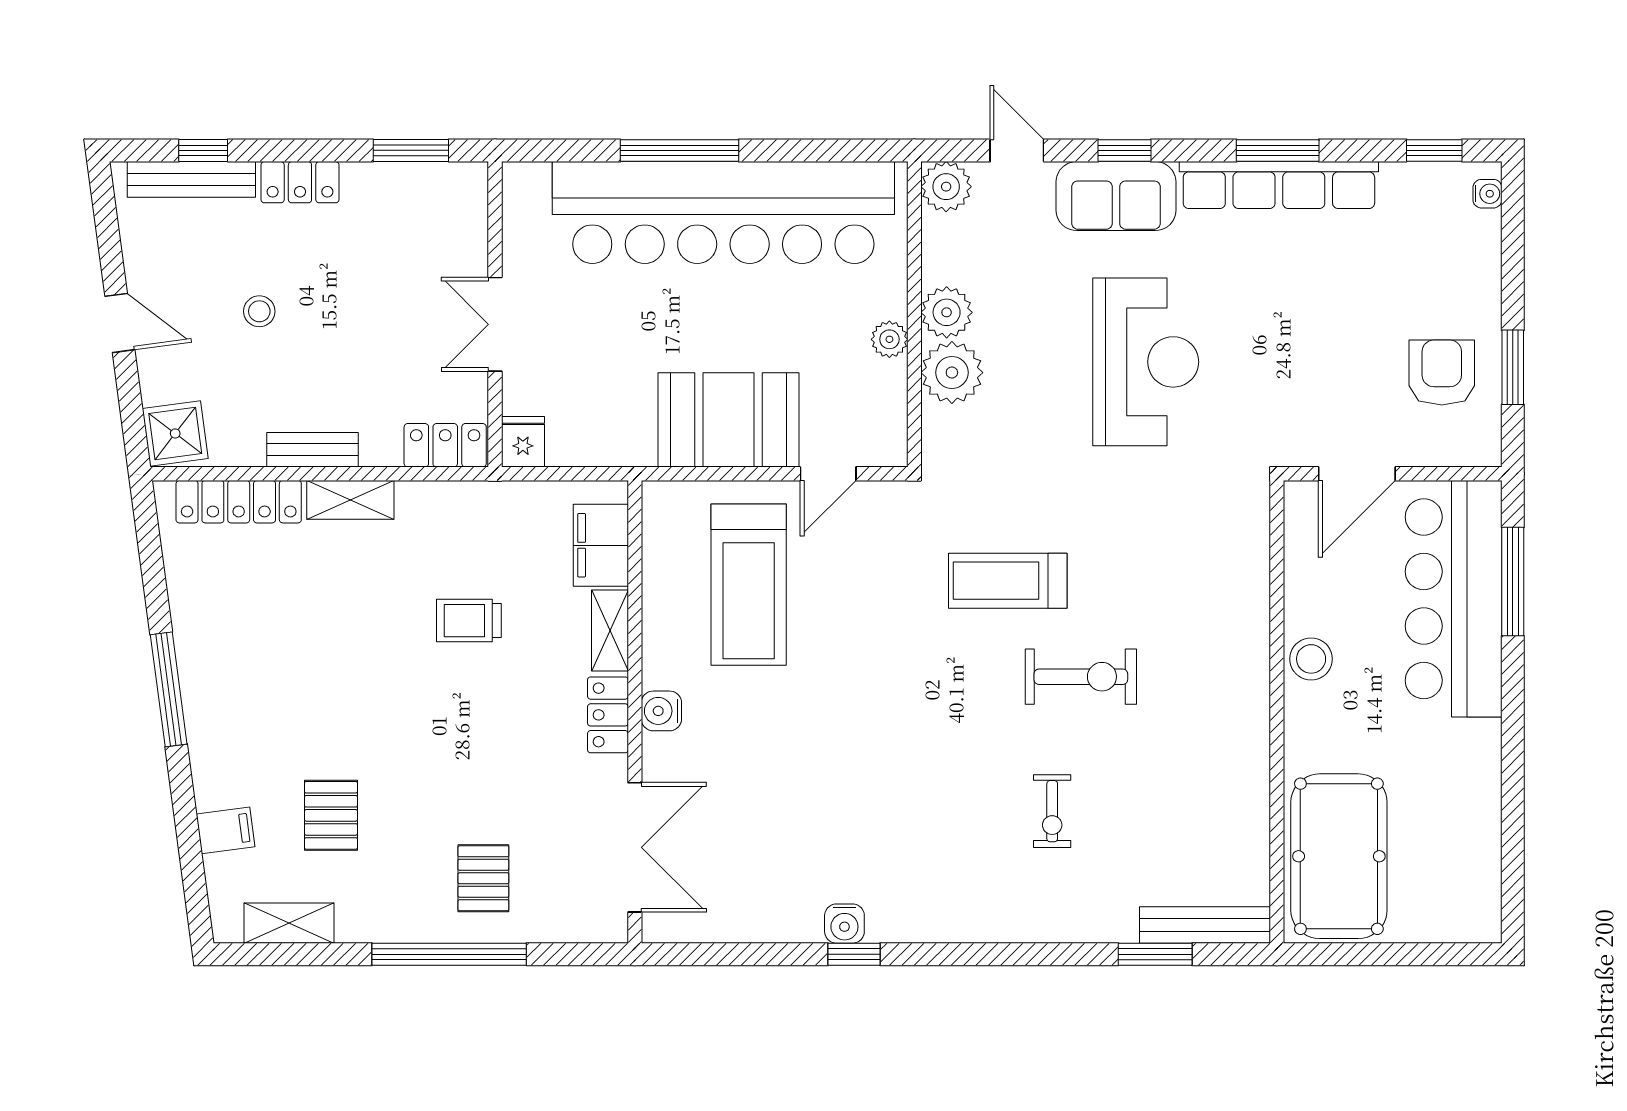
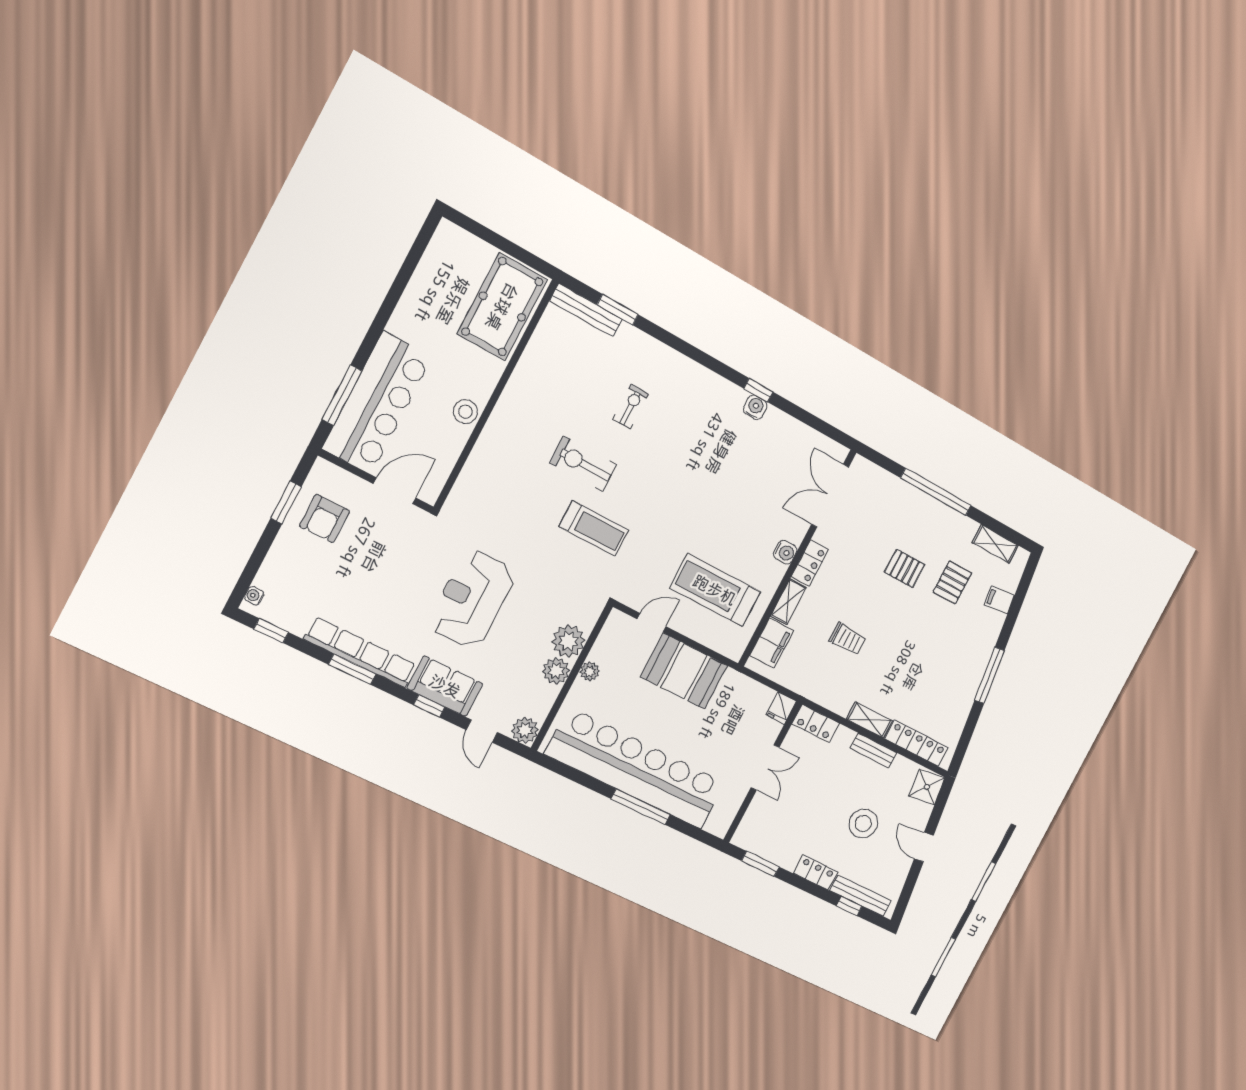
stool: (259, 311) -> (863, 823), width x1.89, depth x1.89
treadmill: (749, 585) -> (715, 590), turned -90
pallet: (483, 878) -> (905, 568), moved, turned 90

